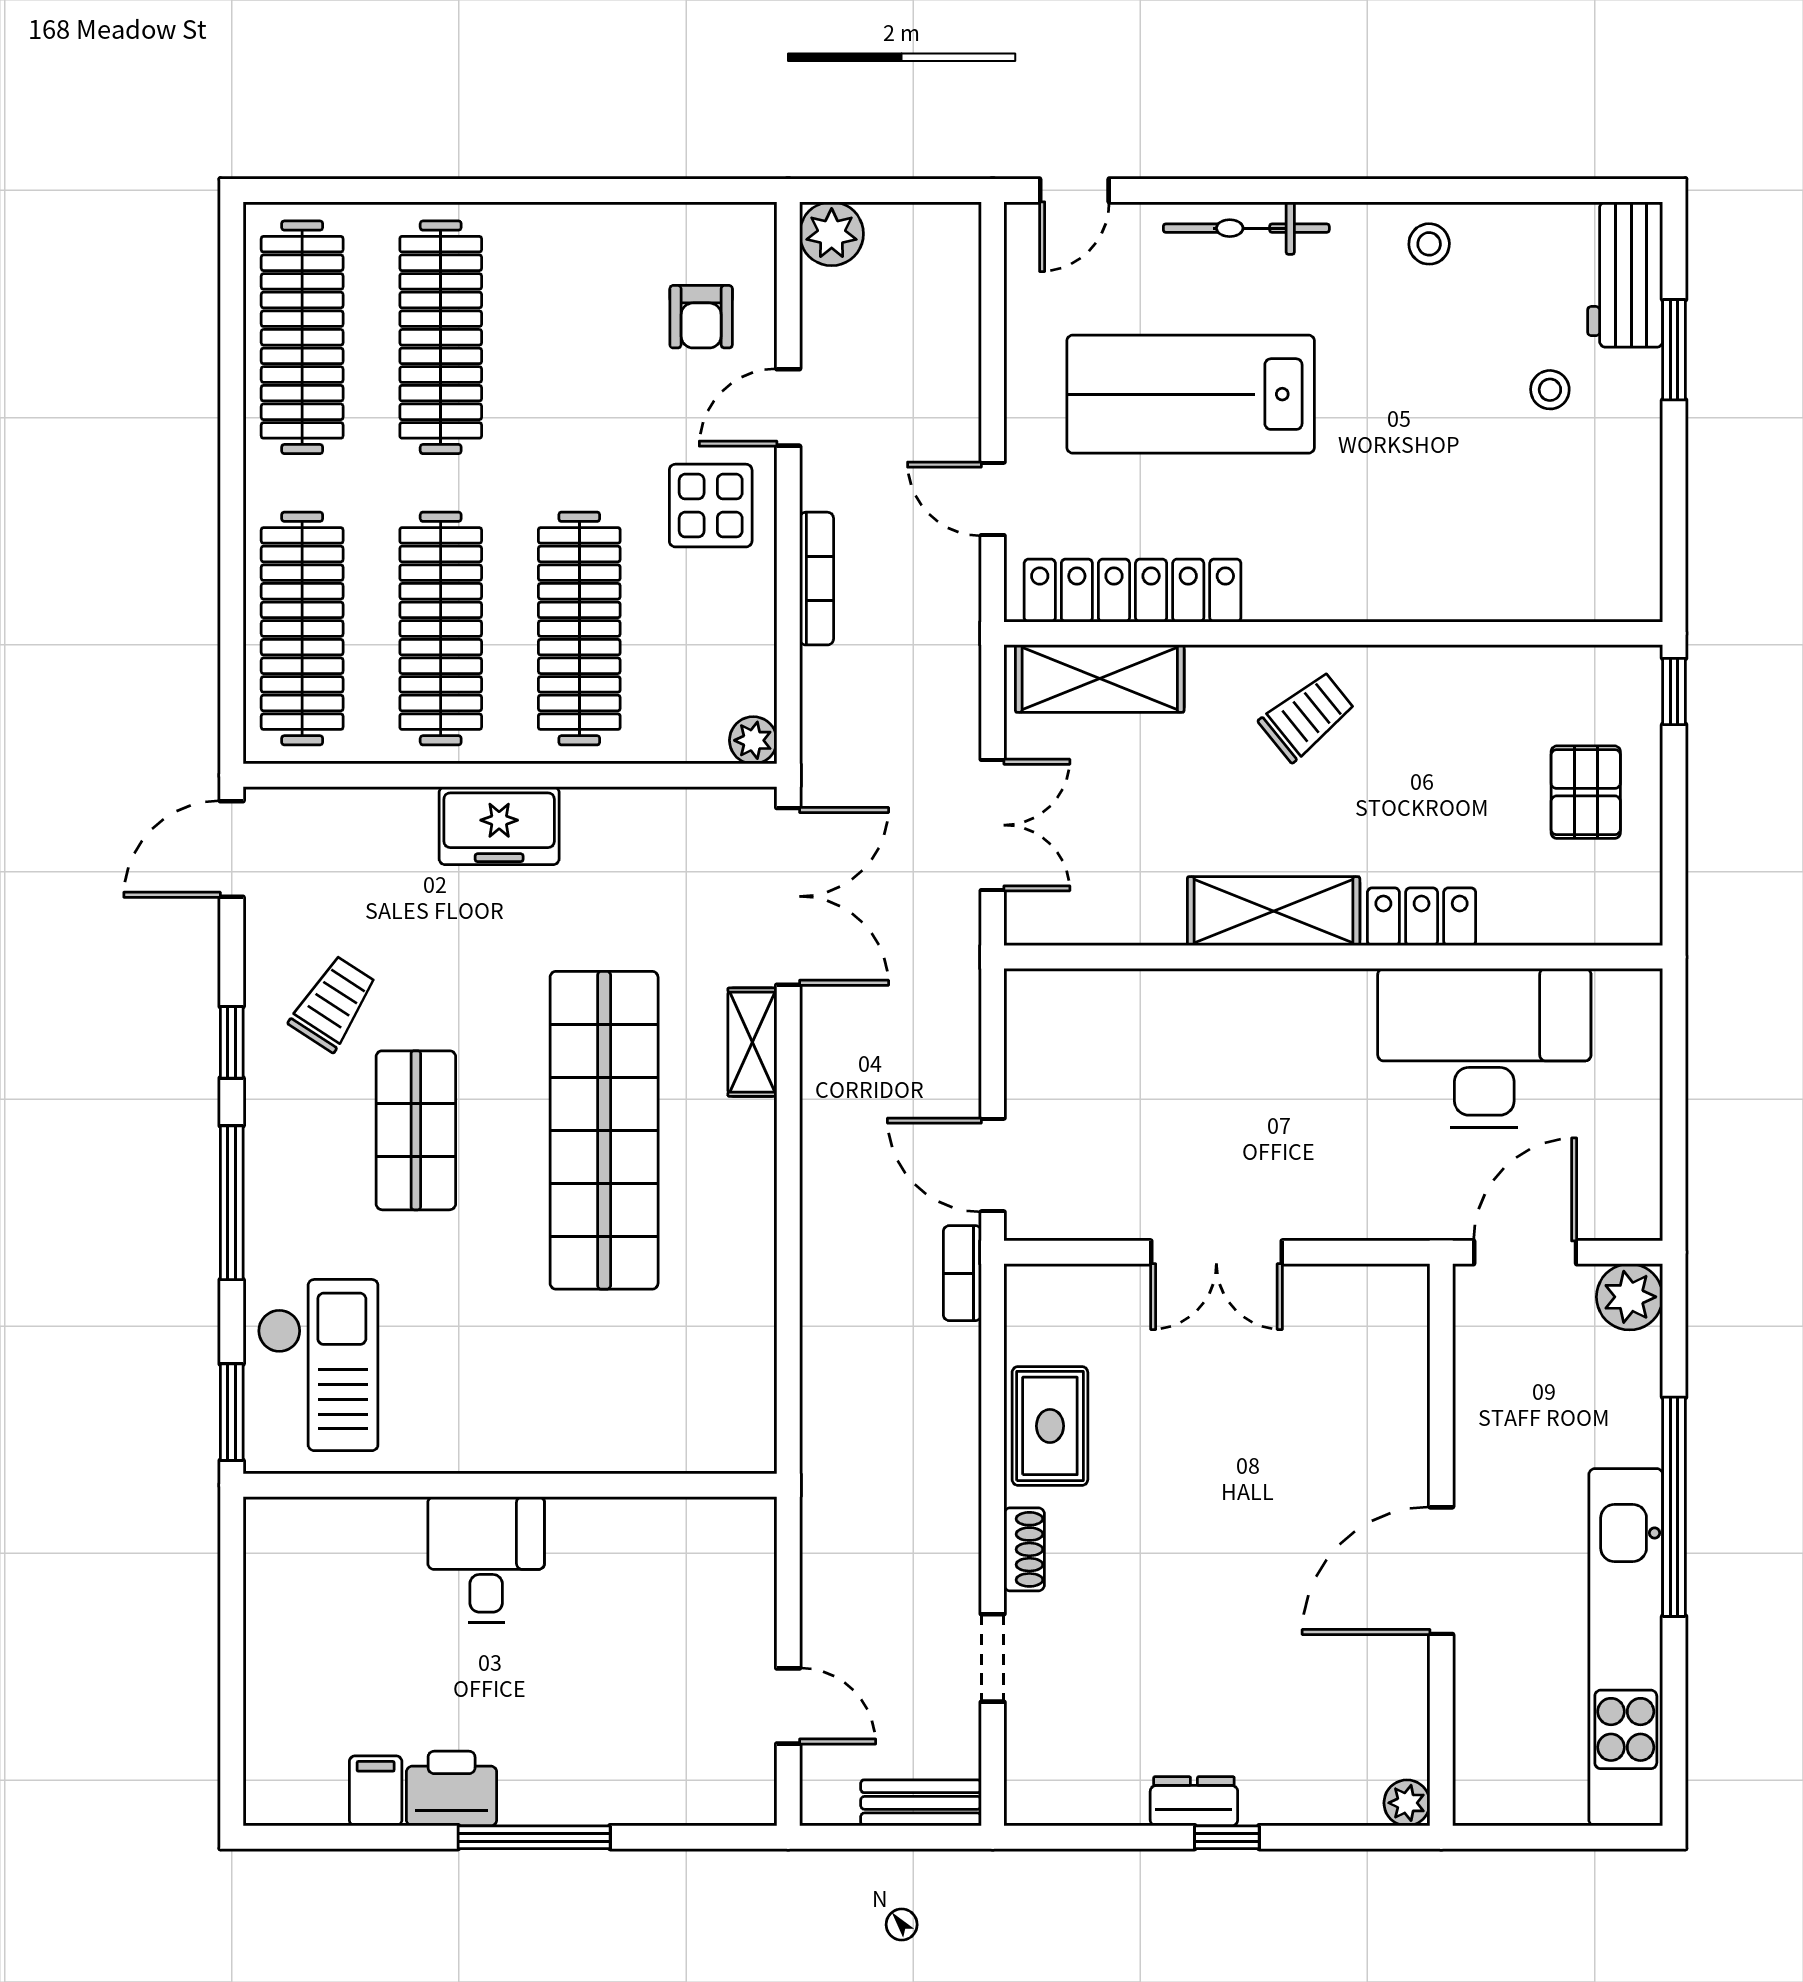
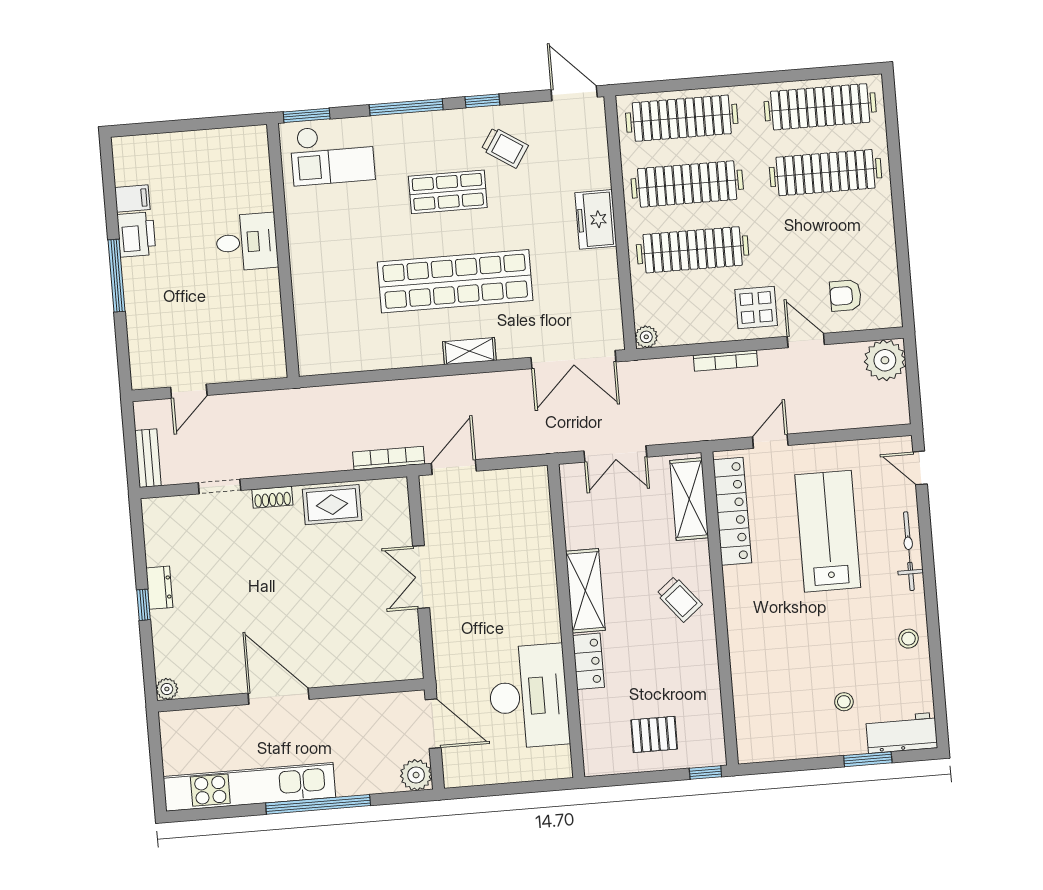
plant: (832, 234) -> (885, 360), width x1.36, depth x1.36
shelving: (752, 1042) -> (469, 351), moved
bookcase: (962, 1273) -> (389, 458), width x1.56

